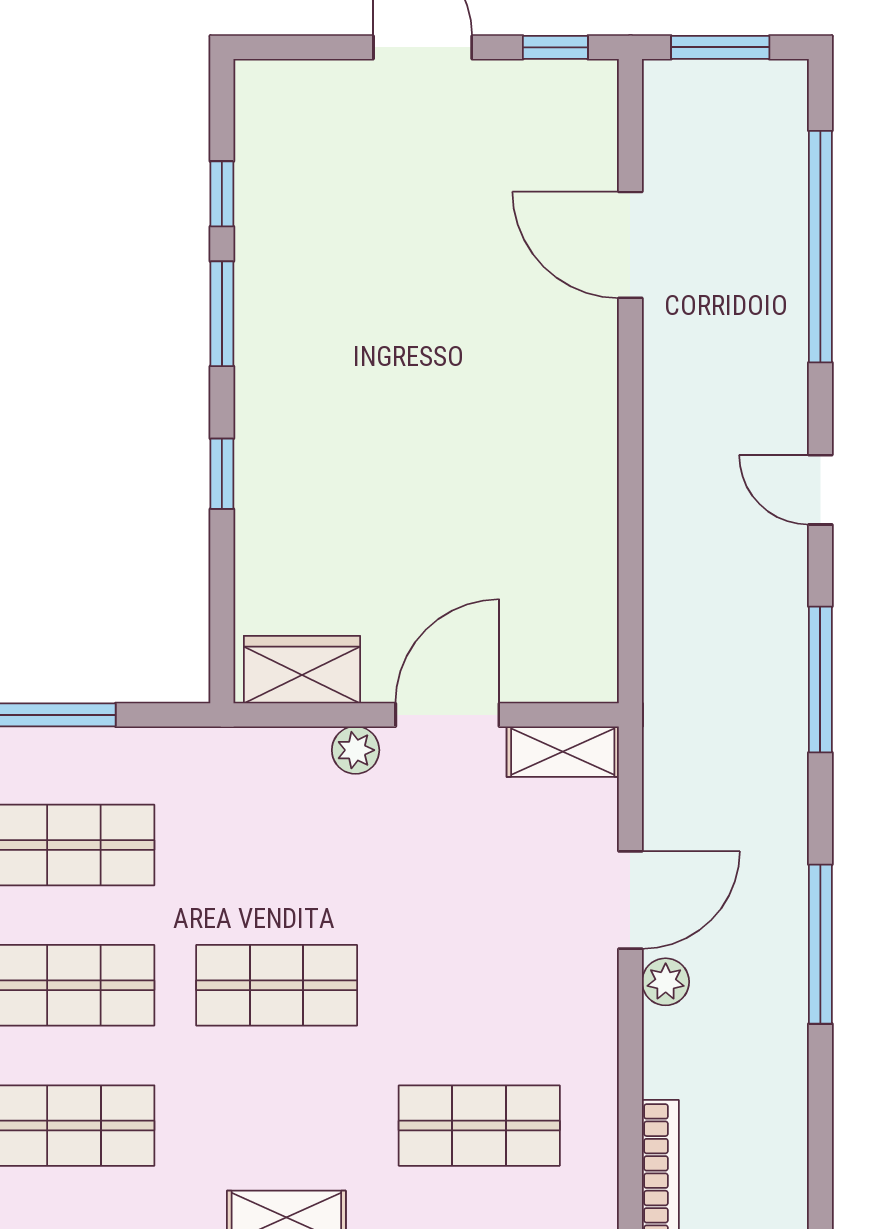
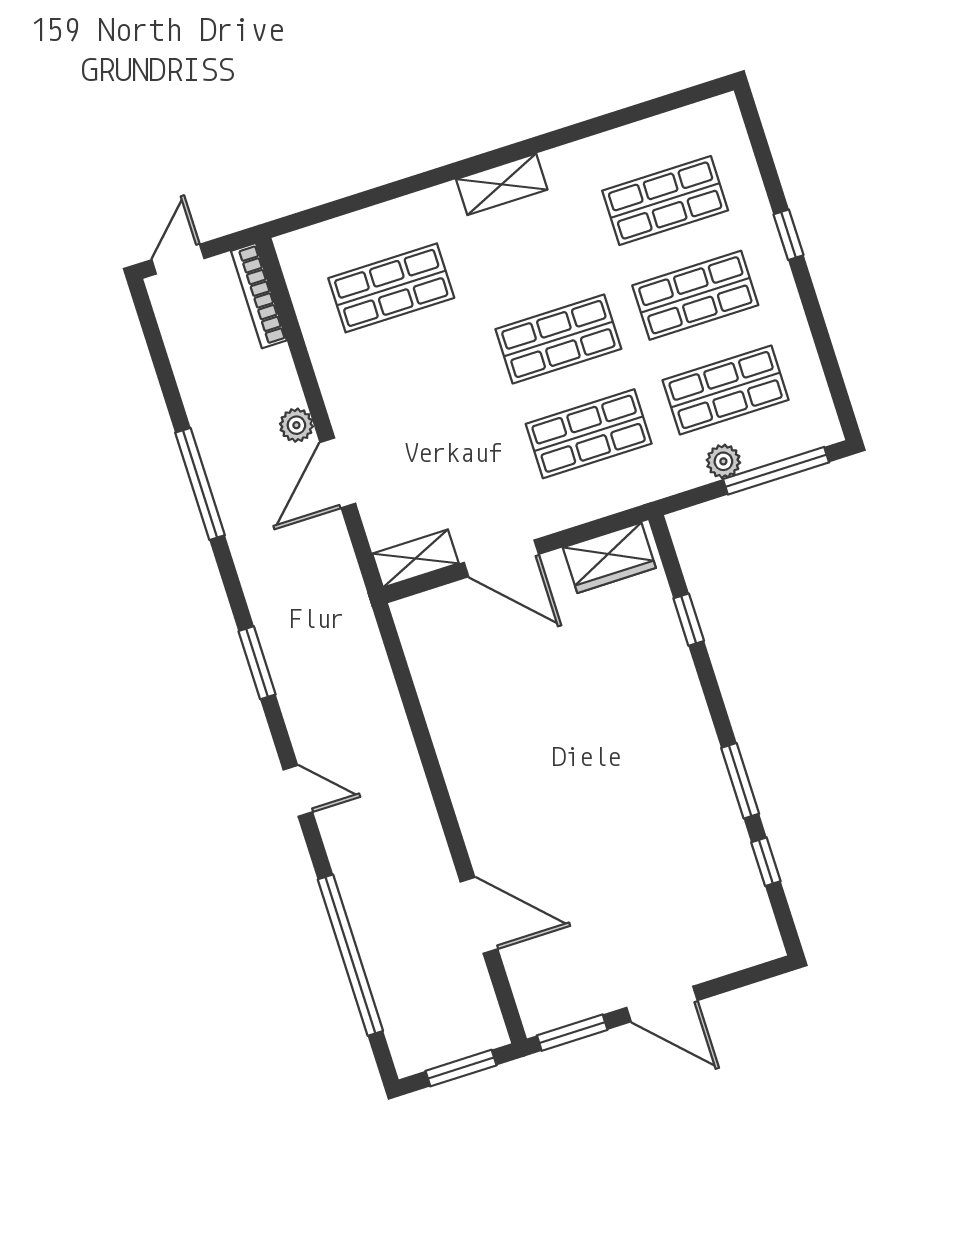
window: (555, 47) -> (572, 1033), width x1.50
window: (222, 474) -> (689, 620), moved
window: (820, 679) -> (257, 663), width x0.69
door: (447, 715) -> (501, 558), hinge flipped
plant: (356, 750) -> (723, 461), moved
shop shelf: (277, 845) -> (589, 434), added

